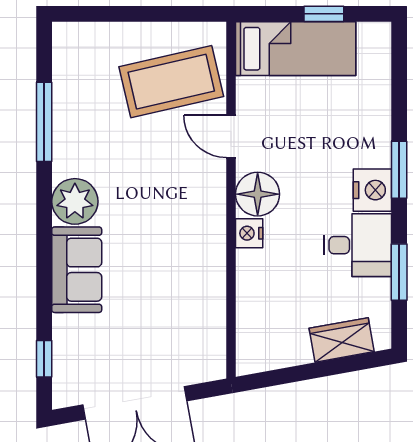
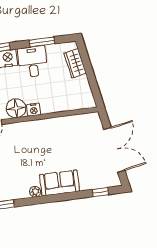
plant: (75, 201) -> (35, 192), width x0.53, depth x0.53

